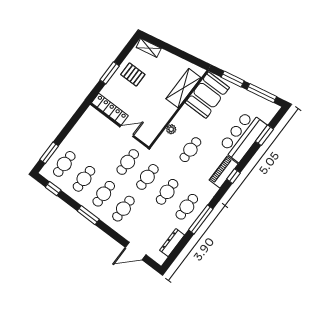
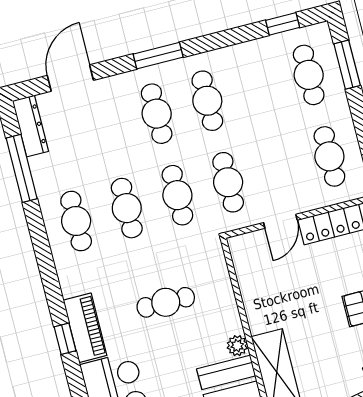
plant: (171, 129) -> (237, 346), moved
cafe table: (190, 150) -> (166, 302), turned 90
cafe table: (84, 179) -> (329, 156), moved
window: (88, 215) -> (158, 56), moved
window: (201, 219) -> (22, 168), moved
dresser: (172, 243) -> (30, 126), moved

